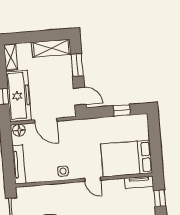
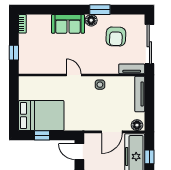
door: (46, 121) -> (112, 132), swing flipped
bed: (127, 158) -> (41, 116), moved
tv unit: (139, 182) -> (132, 69), moved

